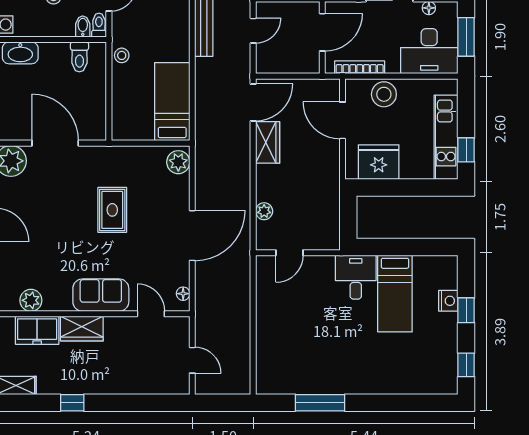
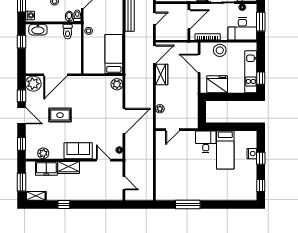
door: (55, 143) -> (55, 75), swing flipped
rug: (112, 210) -> (60, 115), moved, turned 90

